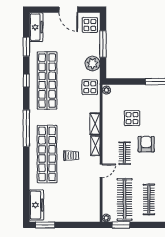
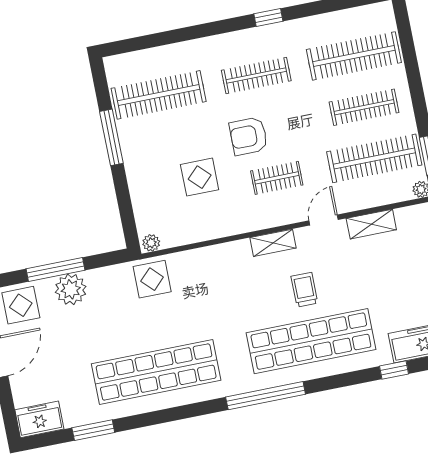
freezer: (36, 27) -> (39, 419), width x0.71
plant: (93, 64) -> (71, 289), moved
window: (26, 81) -> (394, 370), moved
shelving: (95, 124) -> (371, 224), moved
door: (101, 171) -> (324, 220), hinge flipped

